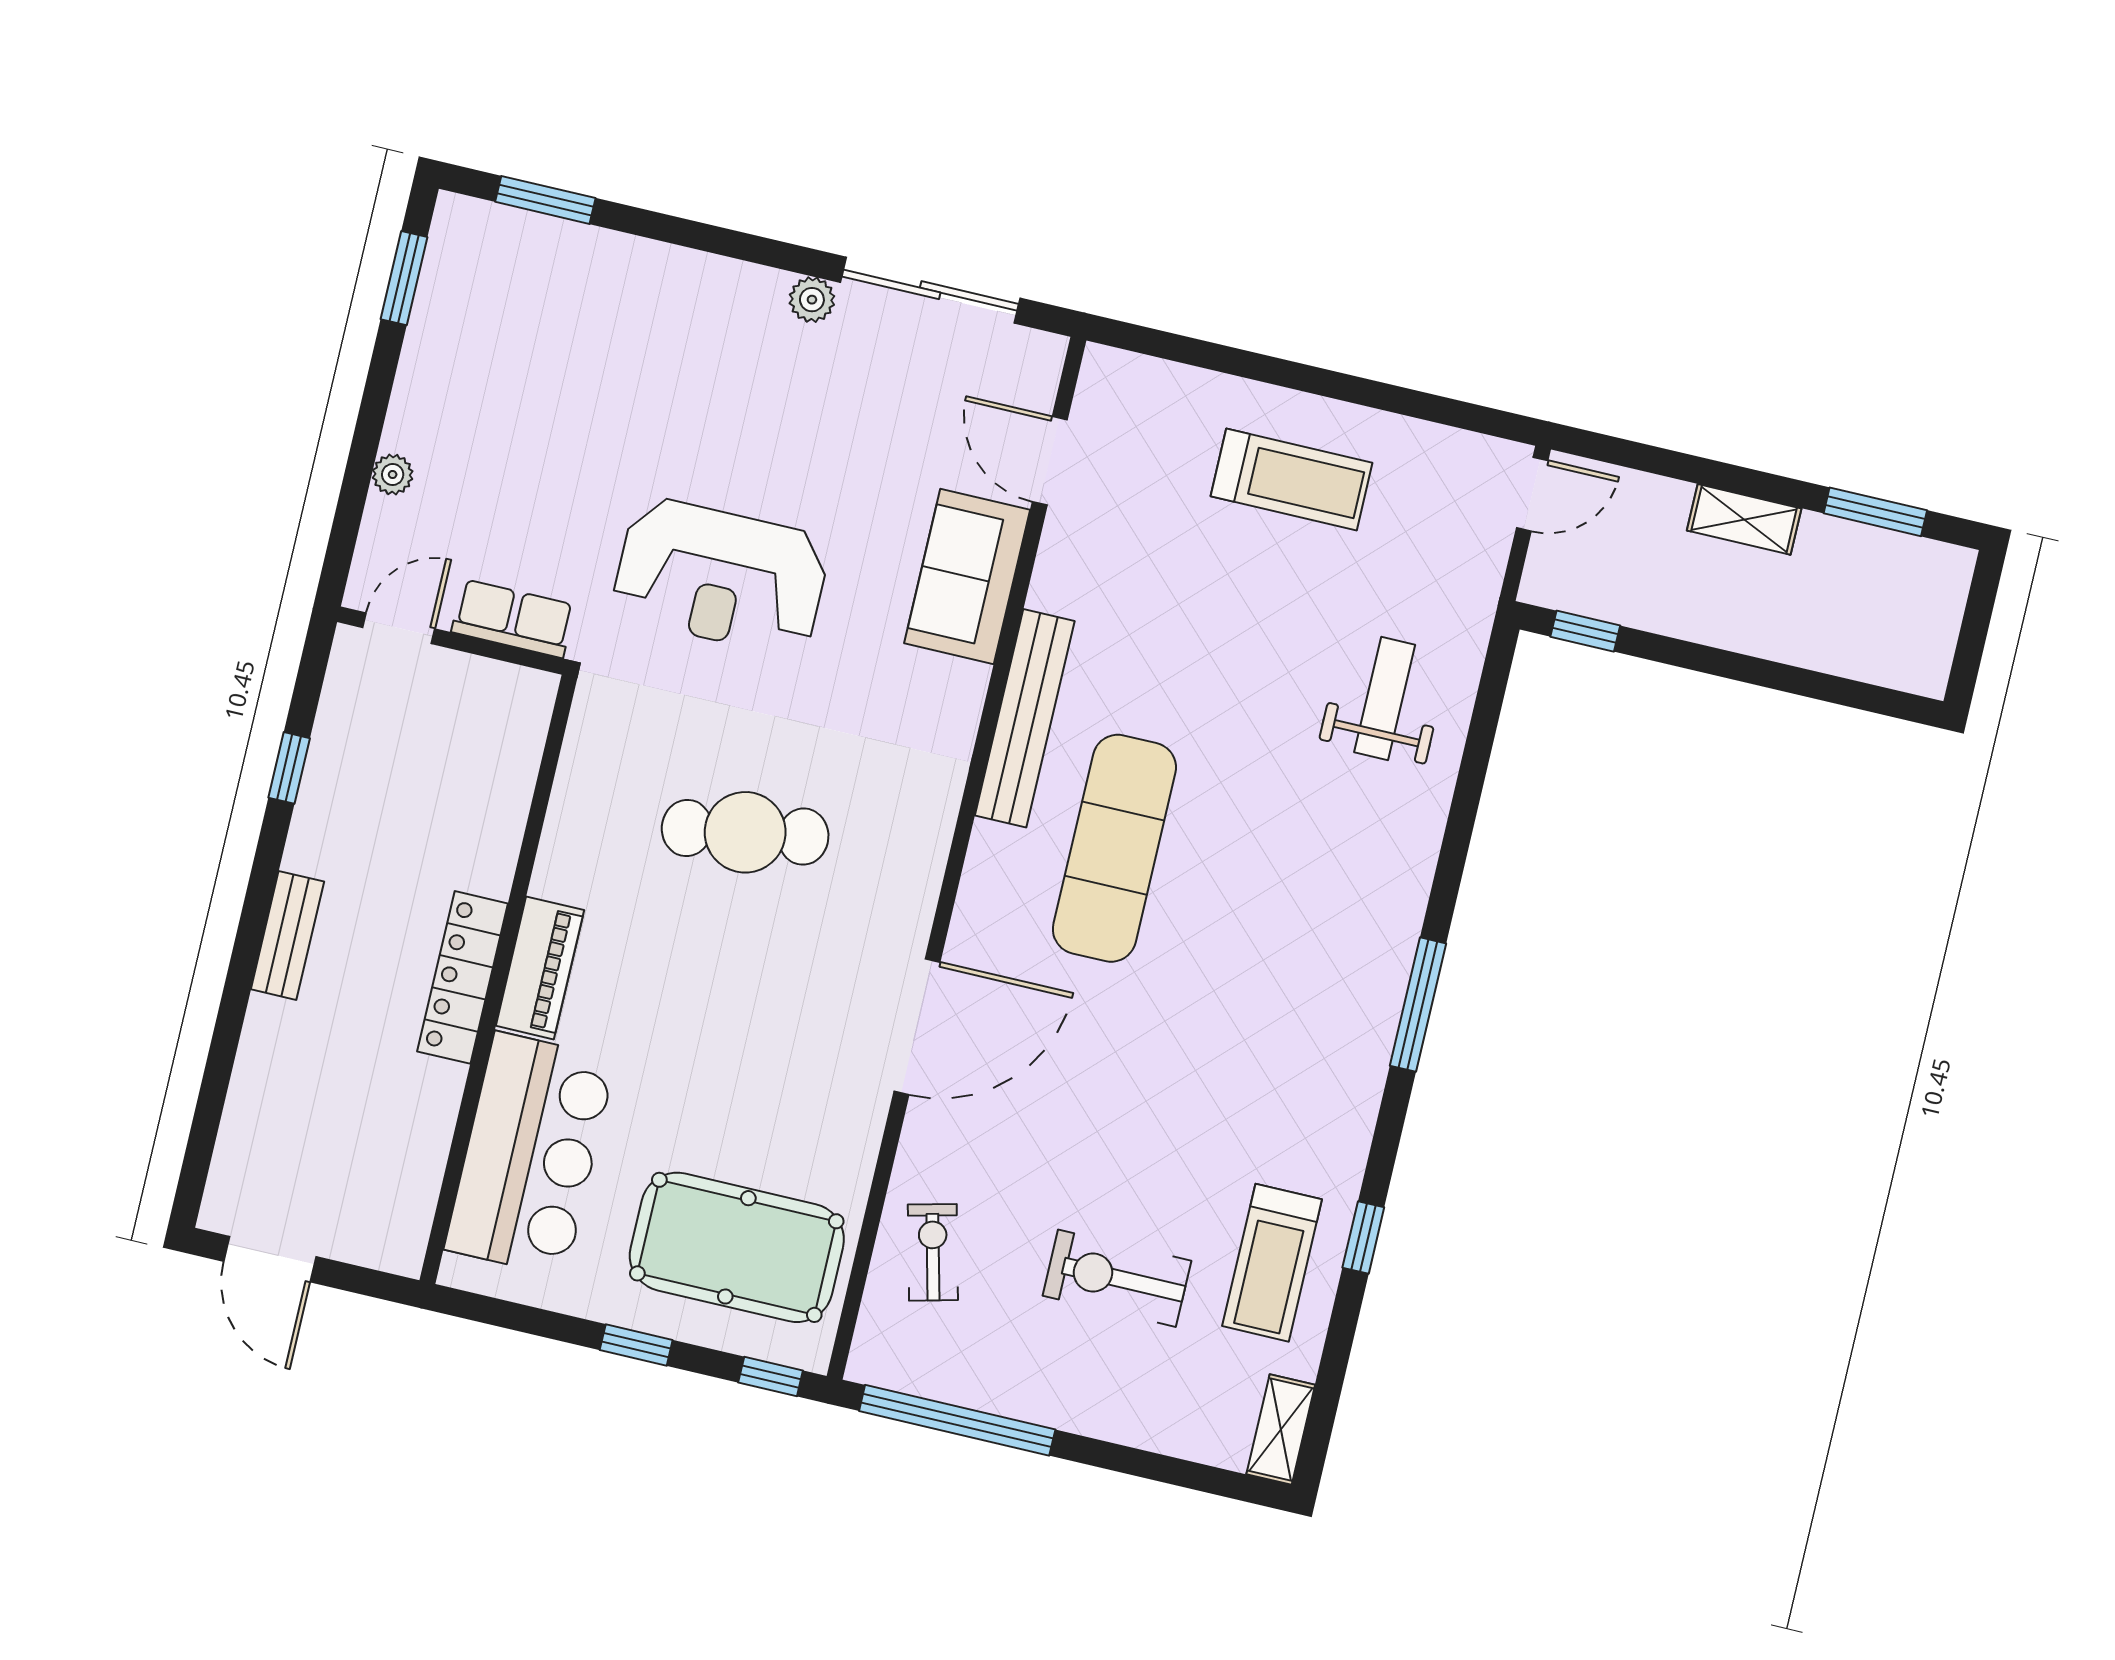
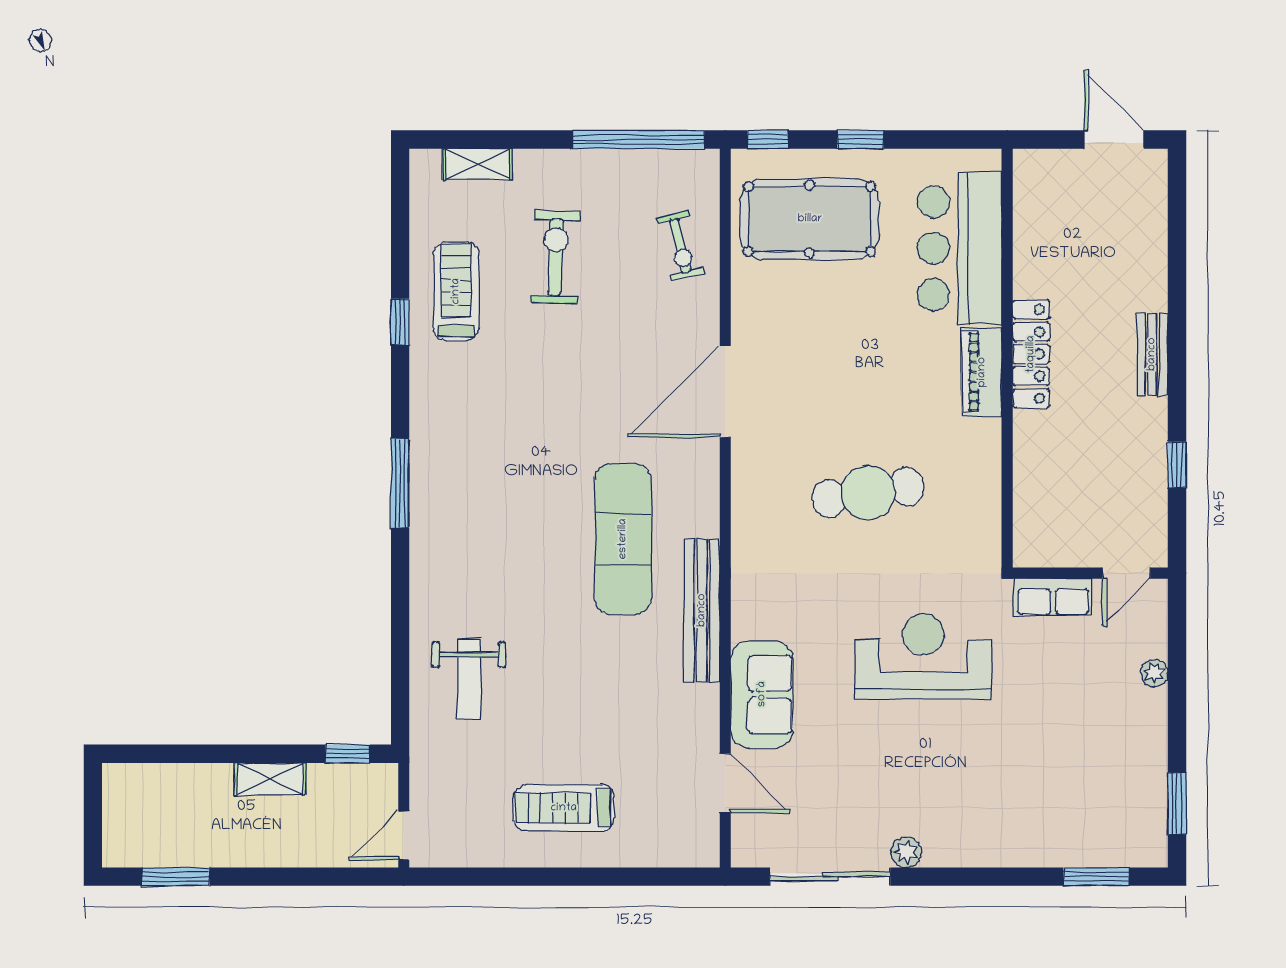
shelving: (1744, 519) -> (270, 779), moved
exercise bike: (1117, 1278) -> (555, 257), turned -88
shelving: (1281, 1429) -> (478, 164), moved, turned 90

